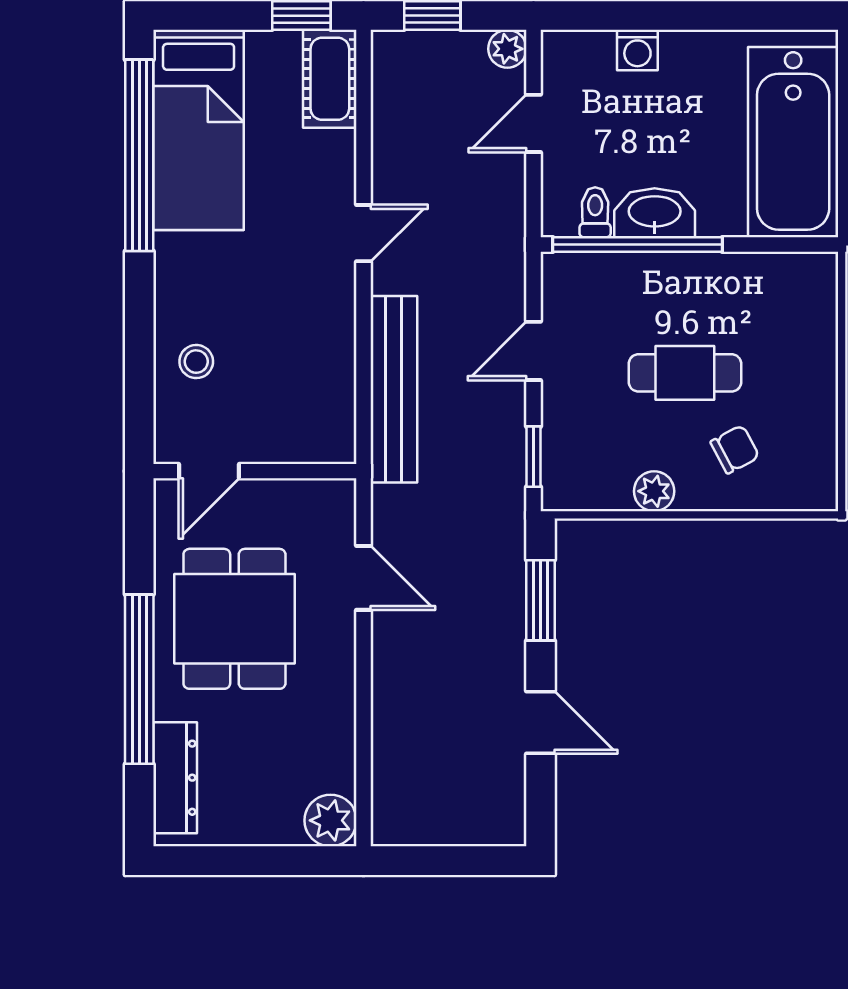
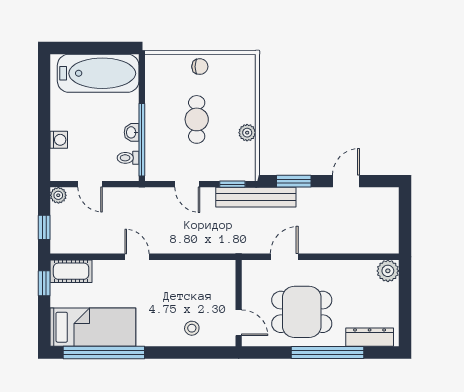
washbasin: (655, 213) -> (132, 132), width x0.52, depth x0.69
bench: (394, 389) -> (256, 197), moved
chair: (735, 449) -> (200, 67), moved, turned 118

